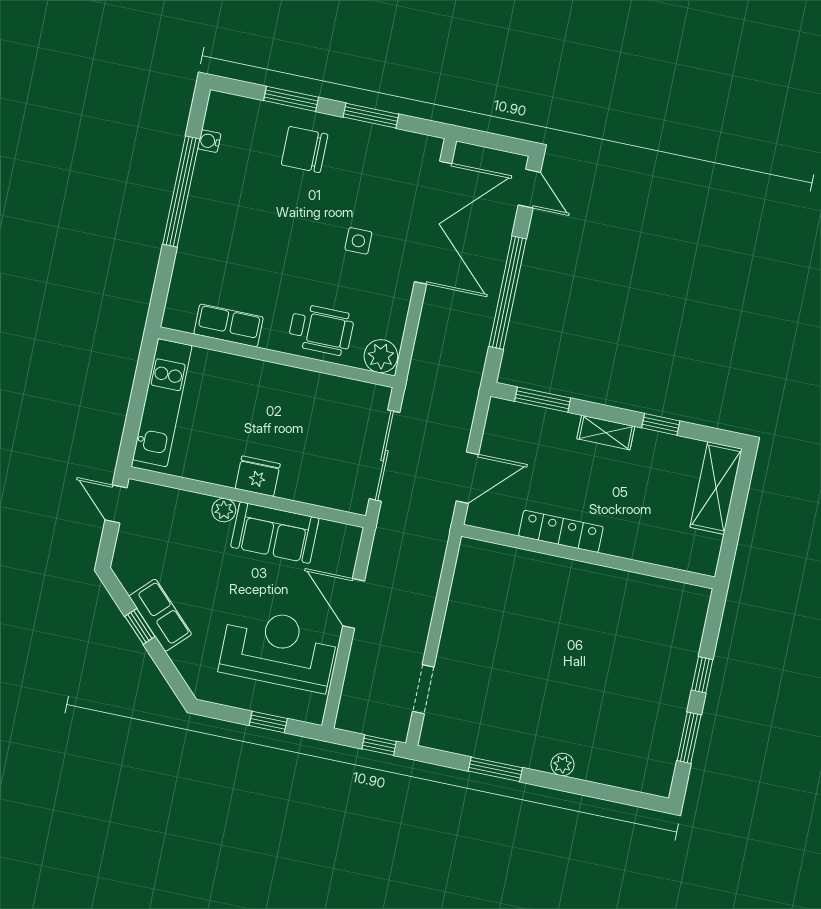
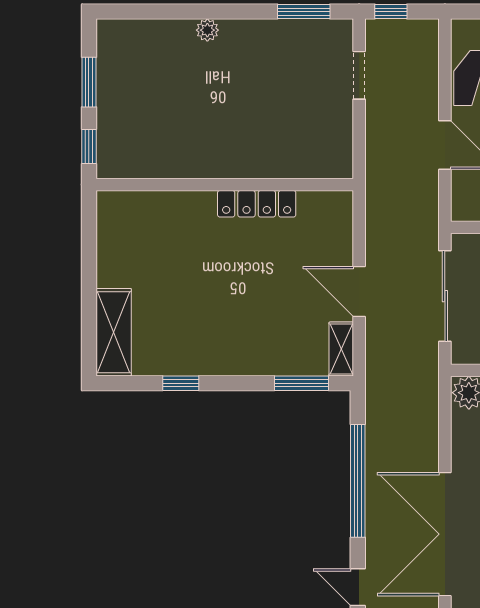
shelving: (606, 433) -> (341, 349), moved, turned 90
door: (467, 478) -> (359, 291), hinge flipped
locker: (561, 531) -> (257, 204), moved
wall: (588, 557) -> (225, 185), moved
window: (495, 769) -> (304, 12), moved

